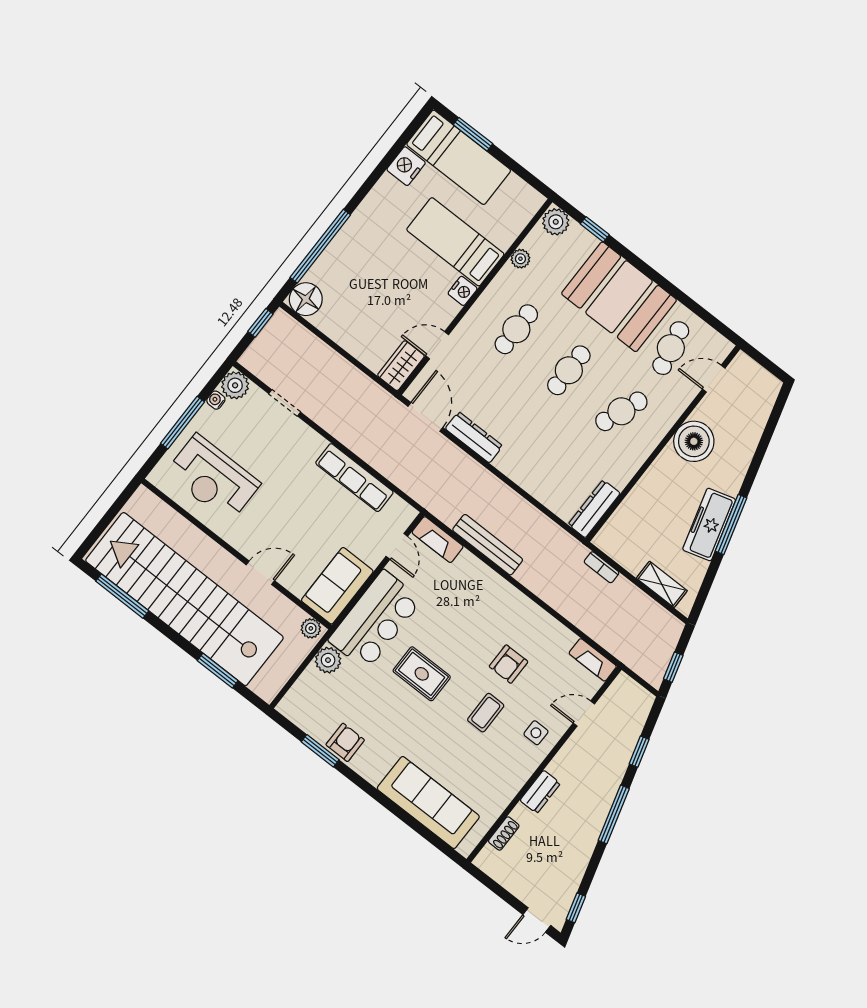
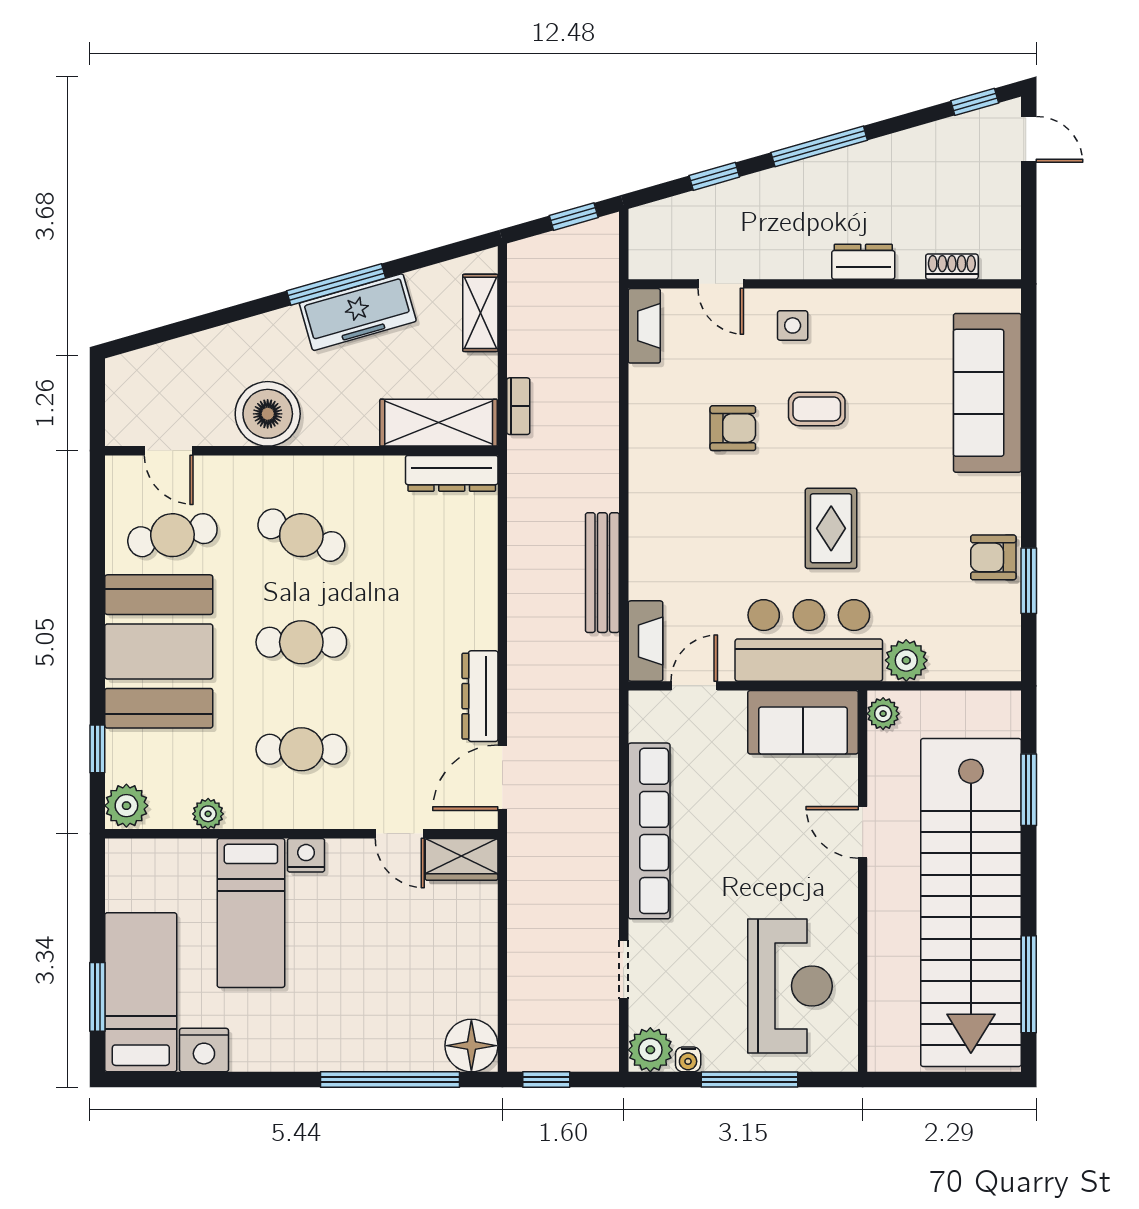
row of seats: (354, 478) -> (649, 831), width x1.36
shelving: (624, 522) -> (439, 423), added

